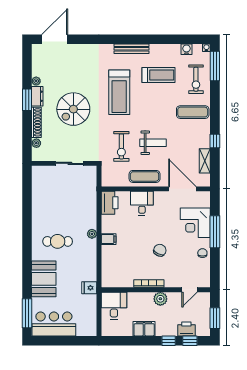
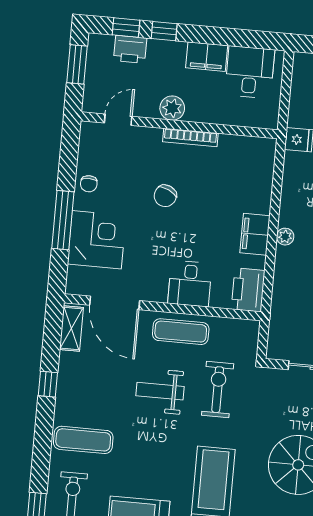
shelving: (205, 161) -> (71, 328), moved
filing cabinet: (109, 239) -> (255, 234), width x2.00
desk: (114, 306) -> (250, 72), moved, turned 180

